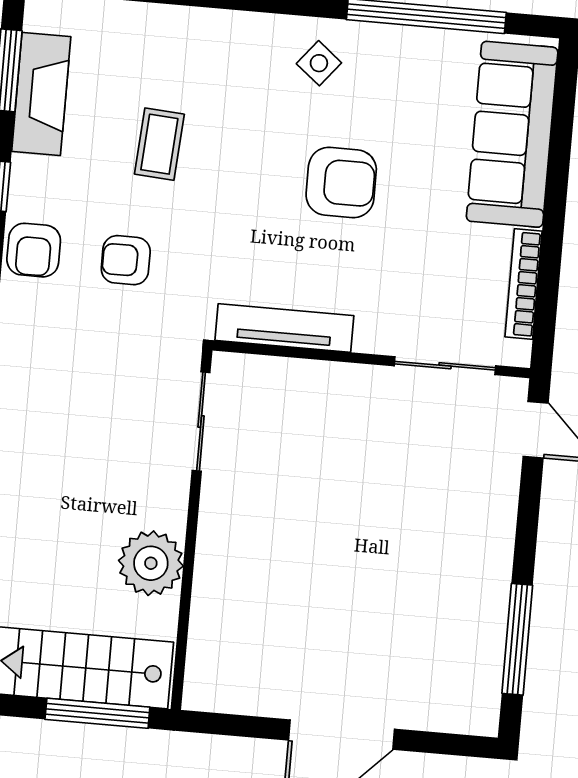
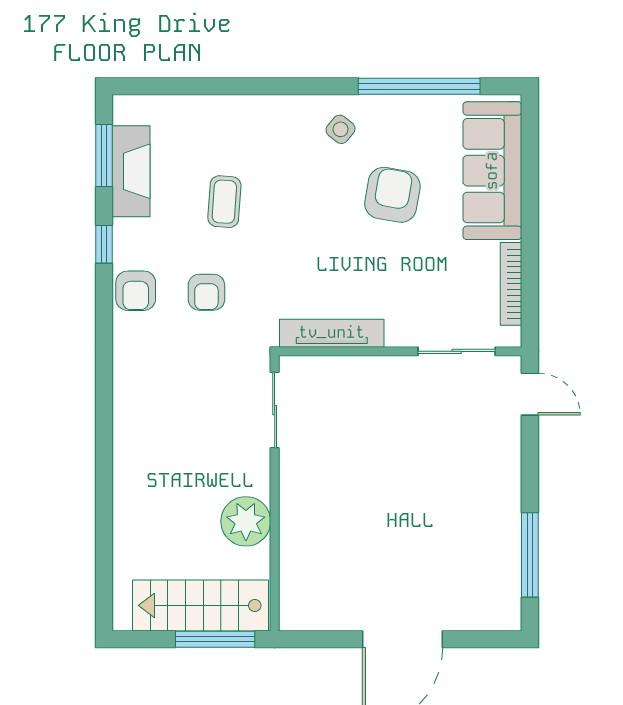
armchair: (341, 182) -> (392, 195), moved, turned -80
armchair: (126, 260) -> (206, 292), turned -90

